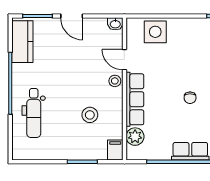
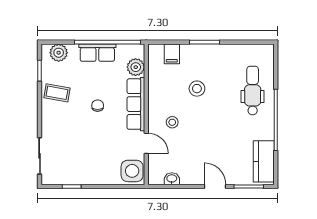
door: (124, 60) -> (146, 143), moved
wall: (124, 89) -> (146, 114), moved
row of seats: (135, 99) -> (136, 104), moved
plant: (135, 137) -> (136, 67), moved

